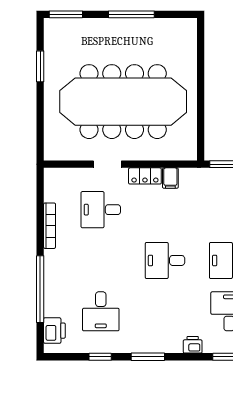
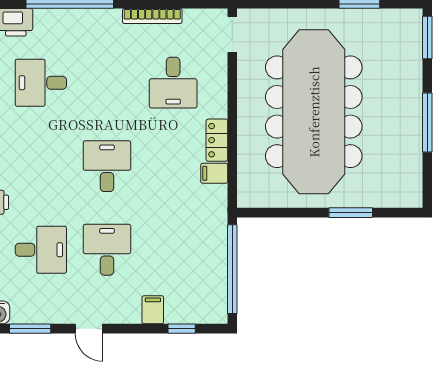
window: (201, 73) -> (351, 213), added
doorway: (107, 164) -> (232, 34), moved
desk: (101, 210) -> (173, 83), turned 180

